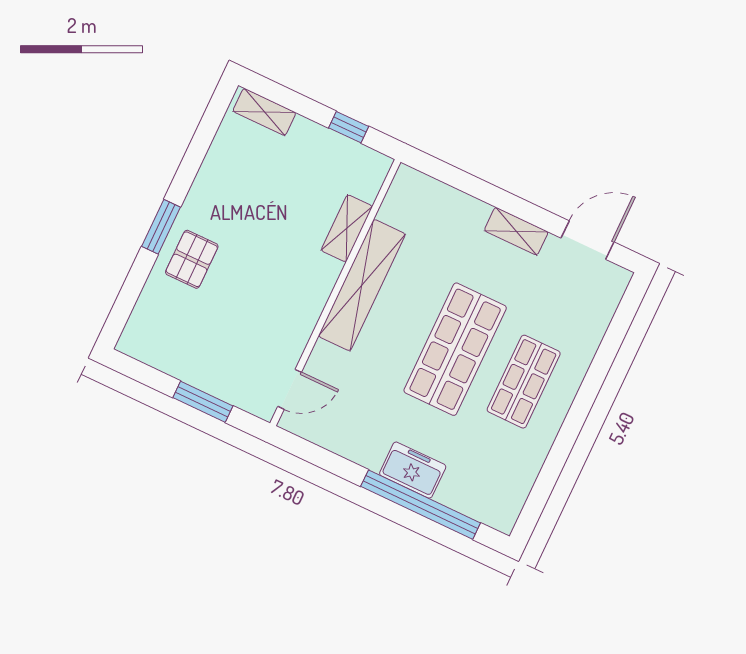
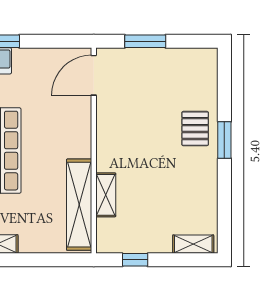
shelving: (362, 285) -> (79, 205), moved
door: (290, 389) -> (94, 75), width x1.38

